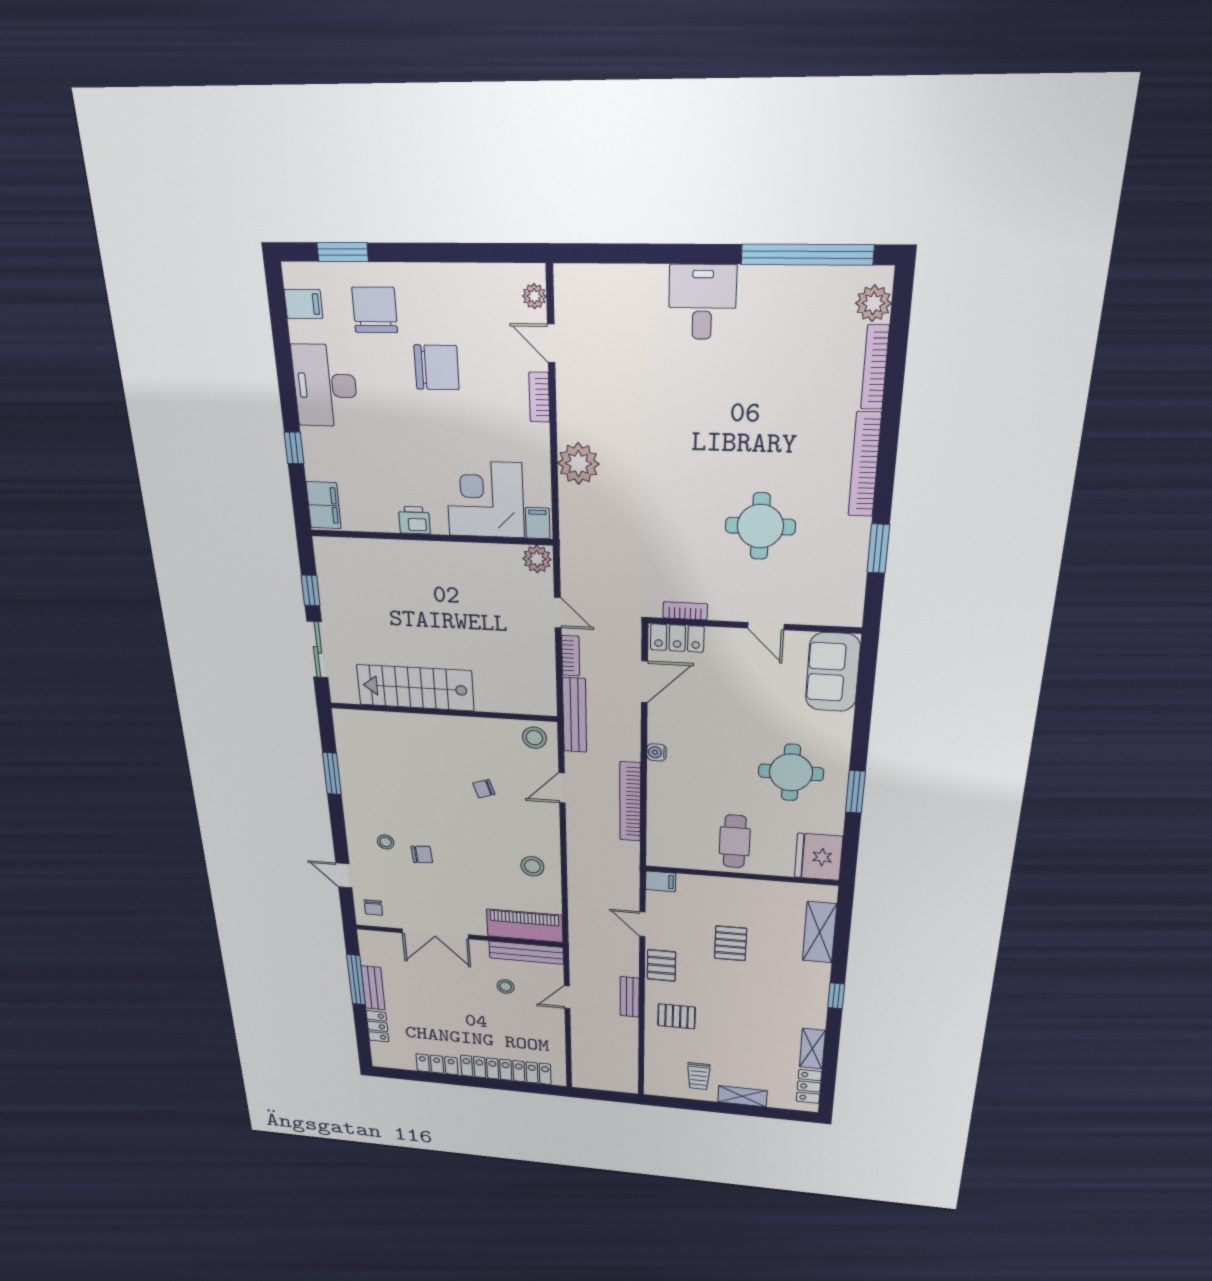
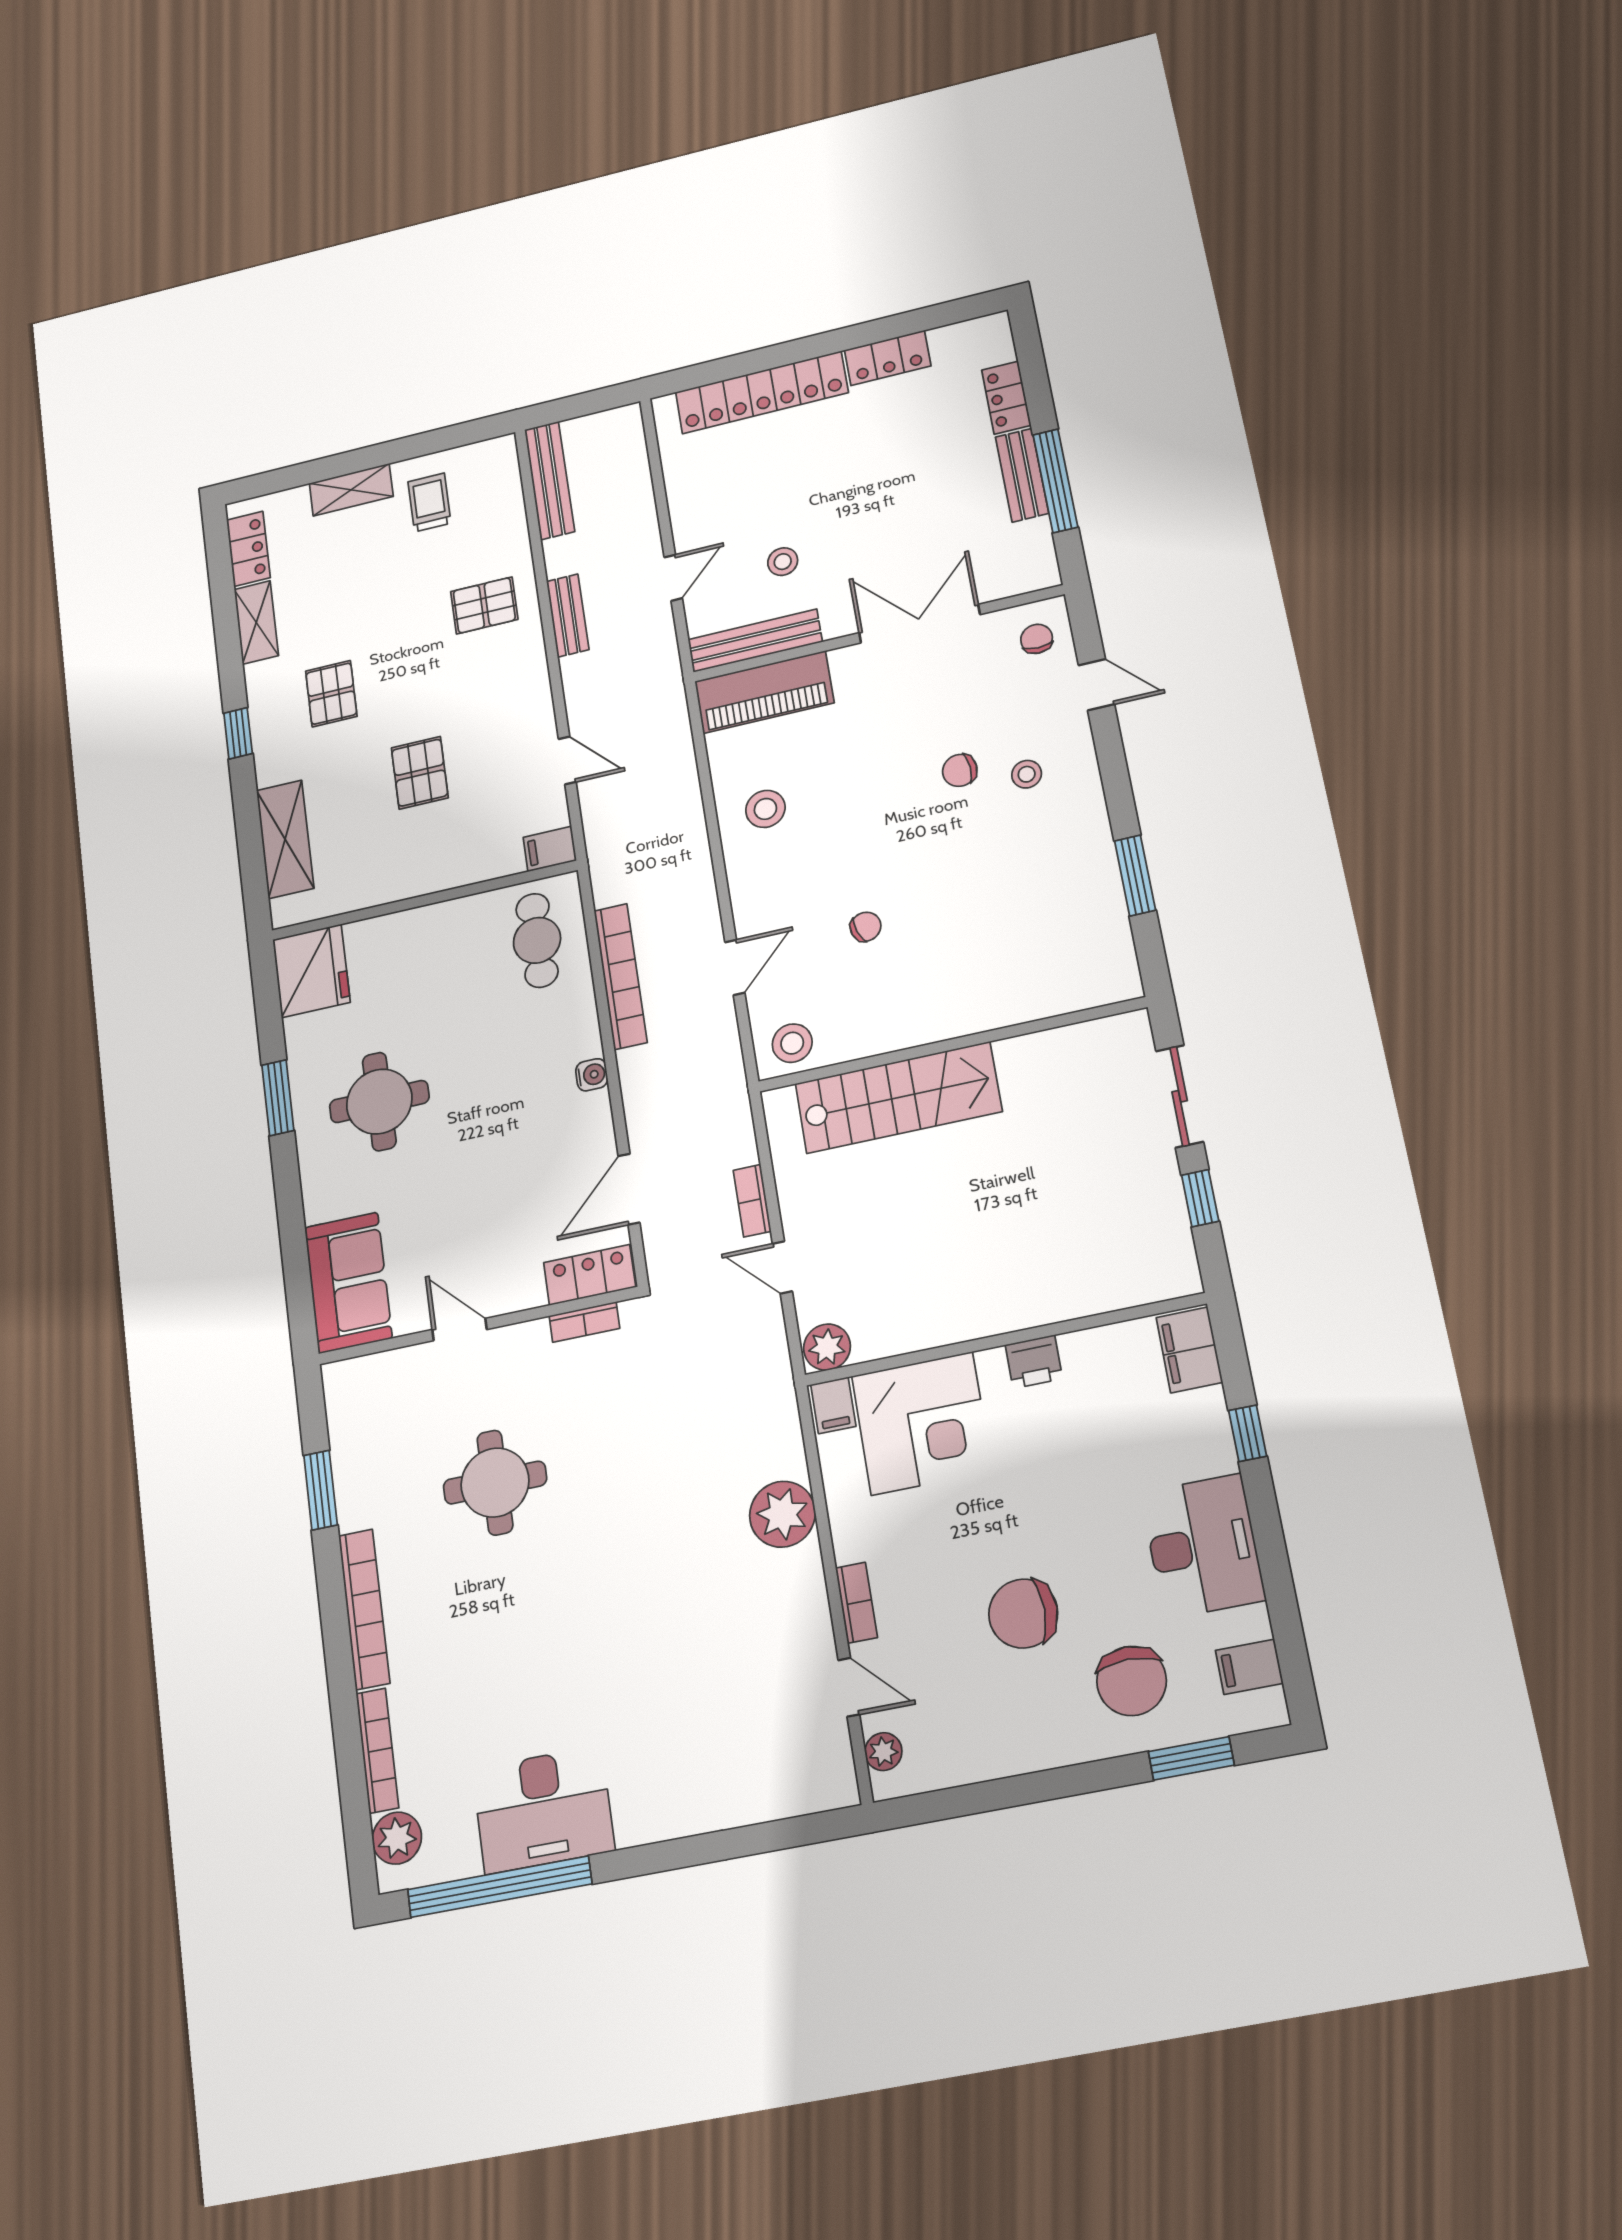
desk: (702, 302) -> (543, 1810), moved, width x1.37
stairs: (415, 688) -> (898, 1098), moved
bench: (575, 715) -> (550, 480), moved
cafe table: (735, 841) -> (537, 940), moved
pallet: (661, 965) -> (331, 694), moved

